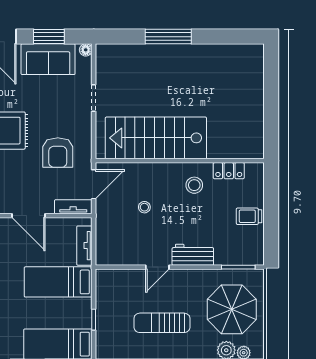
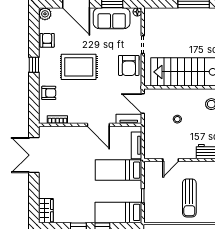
armchair: (58, 153) -> (129, 65), moved
door: (94, 184) -> (143, 103), swing flipped
door: (157, 267) -> (171, 160), moved
sun lounger: (162, 323) -> (189, 198), turned -90

